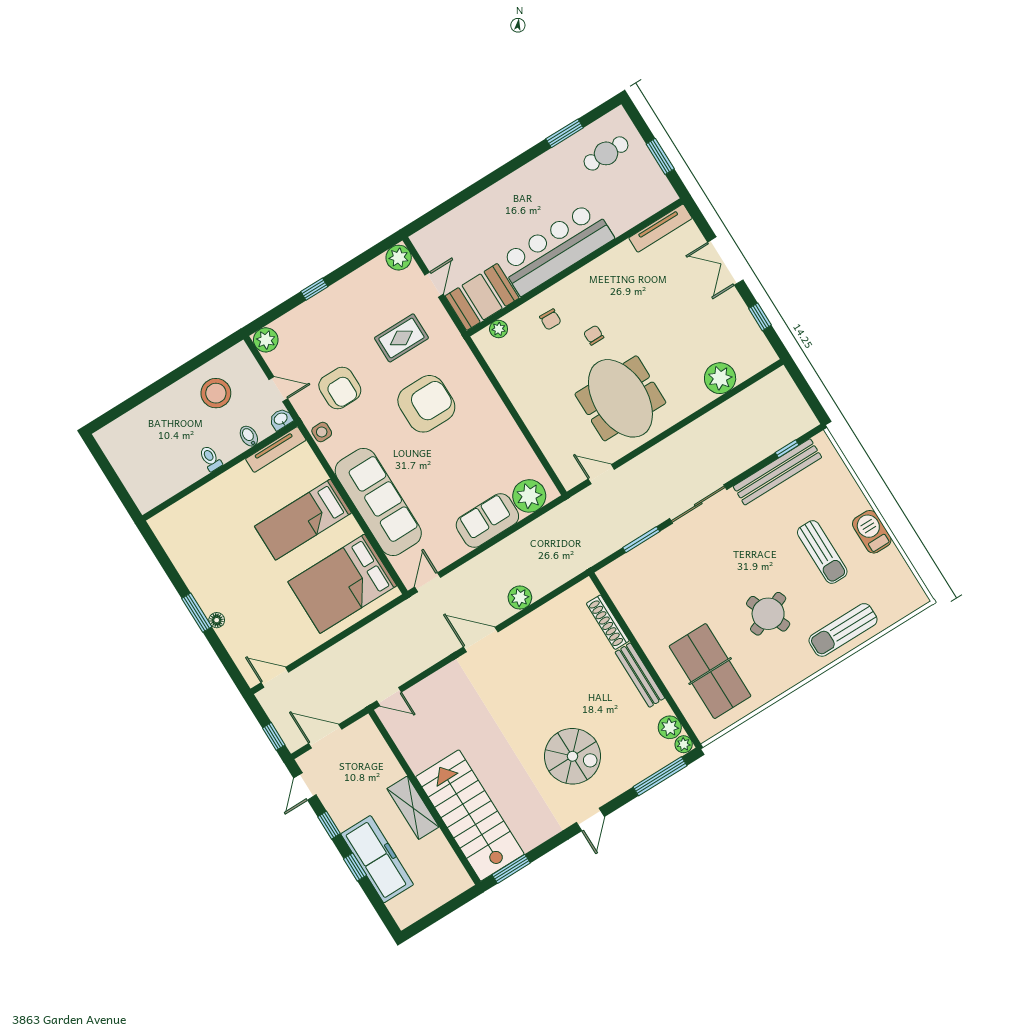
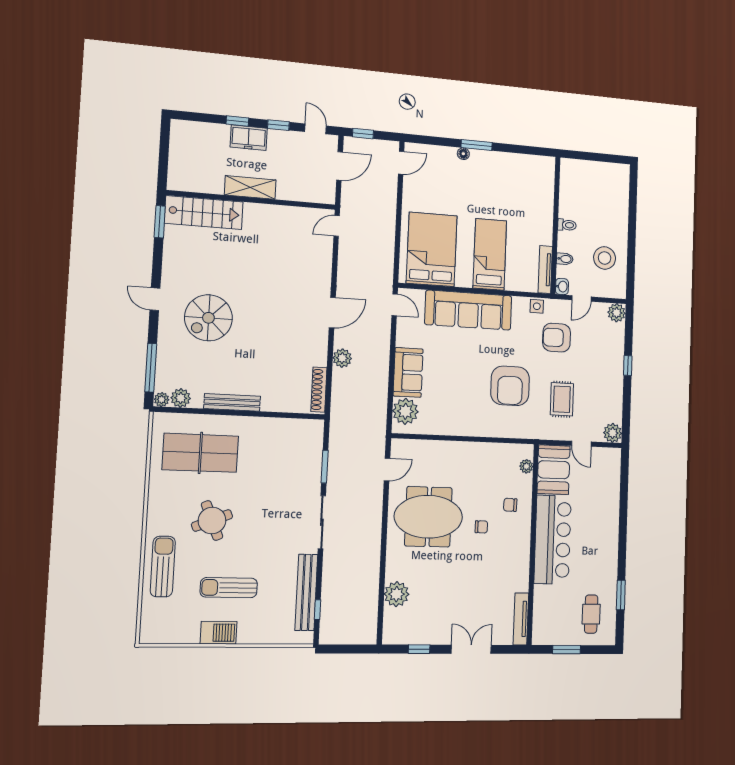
shoe rack: (608, 622) -> (319, 390), moved, turned -90
stairs: (470, 815) -> (204, 213), width x0.73, depth x0.66
freezer: (377, 859) -> (249, 138), width x0.52, depth x0.79

